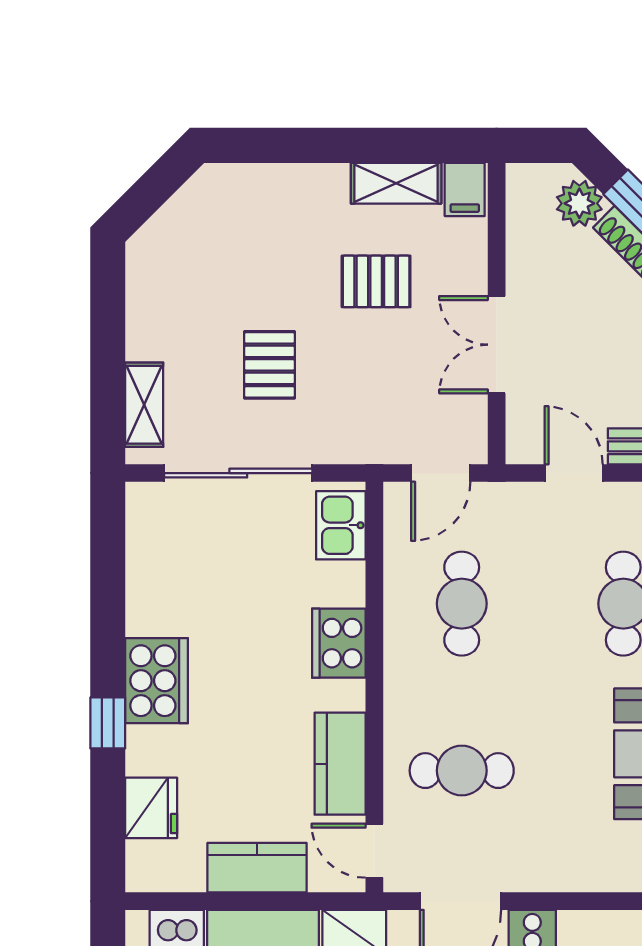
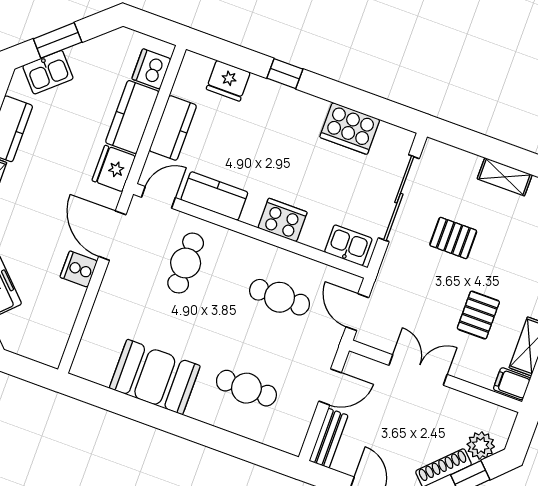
shelving: (144, 405) -> (505, 177), moved
cooker: (157, 681) -> (350, 128), moved

